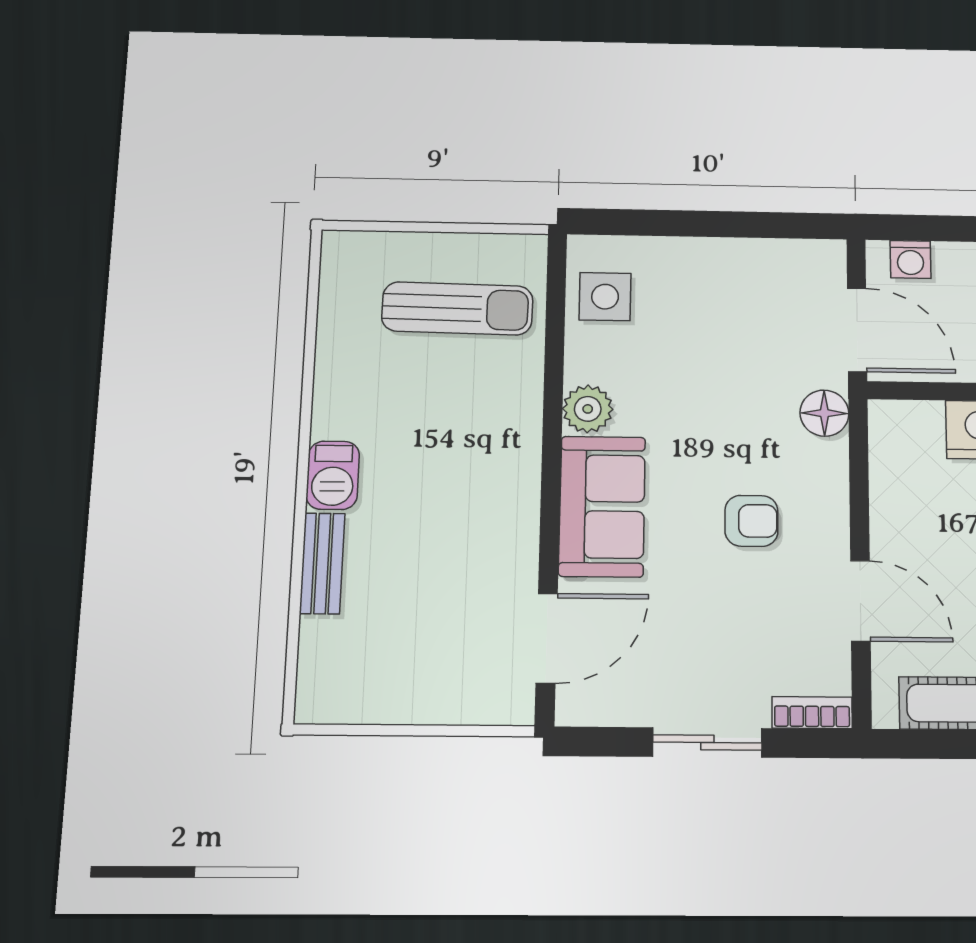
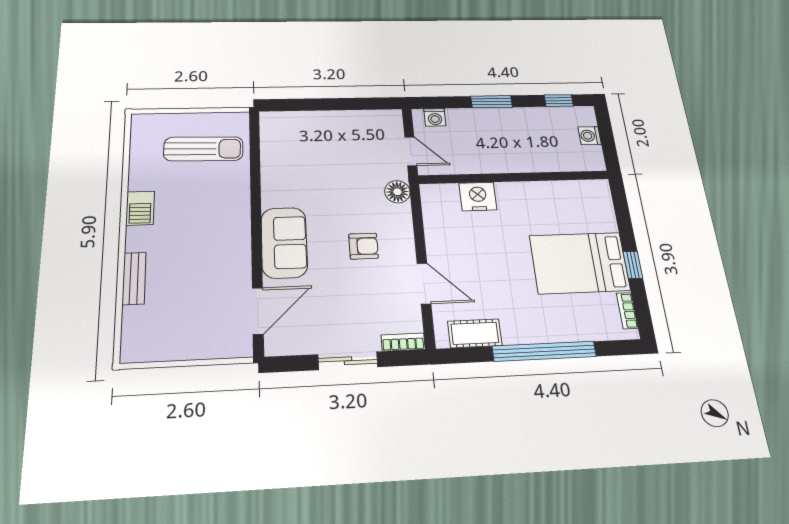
side table: (605, 297) -> (280, 140), removed
door: (857, 330) -> (411, 151), width x0.73
plant: (588, 409) -> (274, 195), removed
barbecue: (333, 475) -> (140, 208), moved

